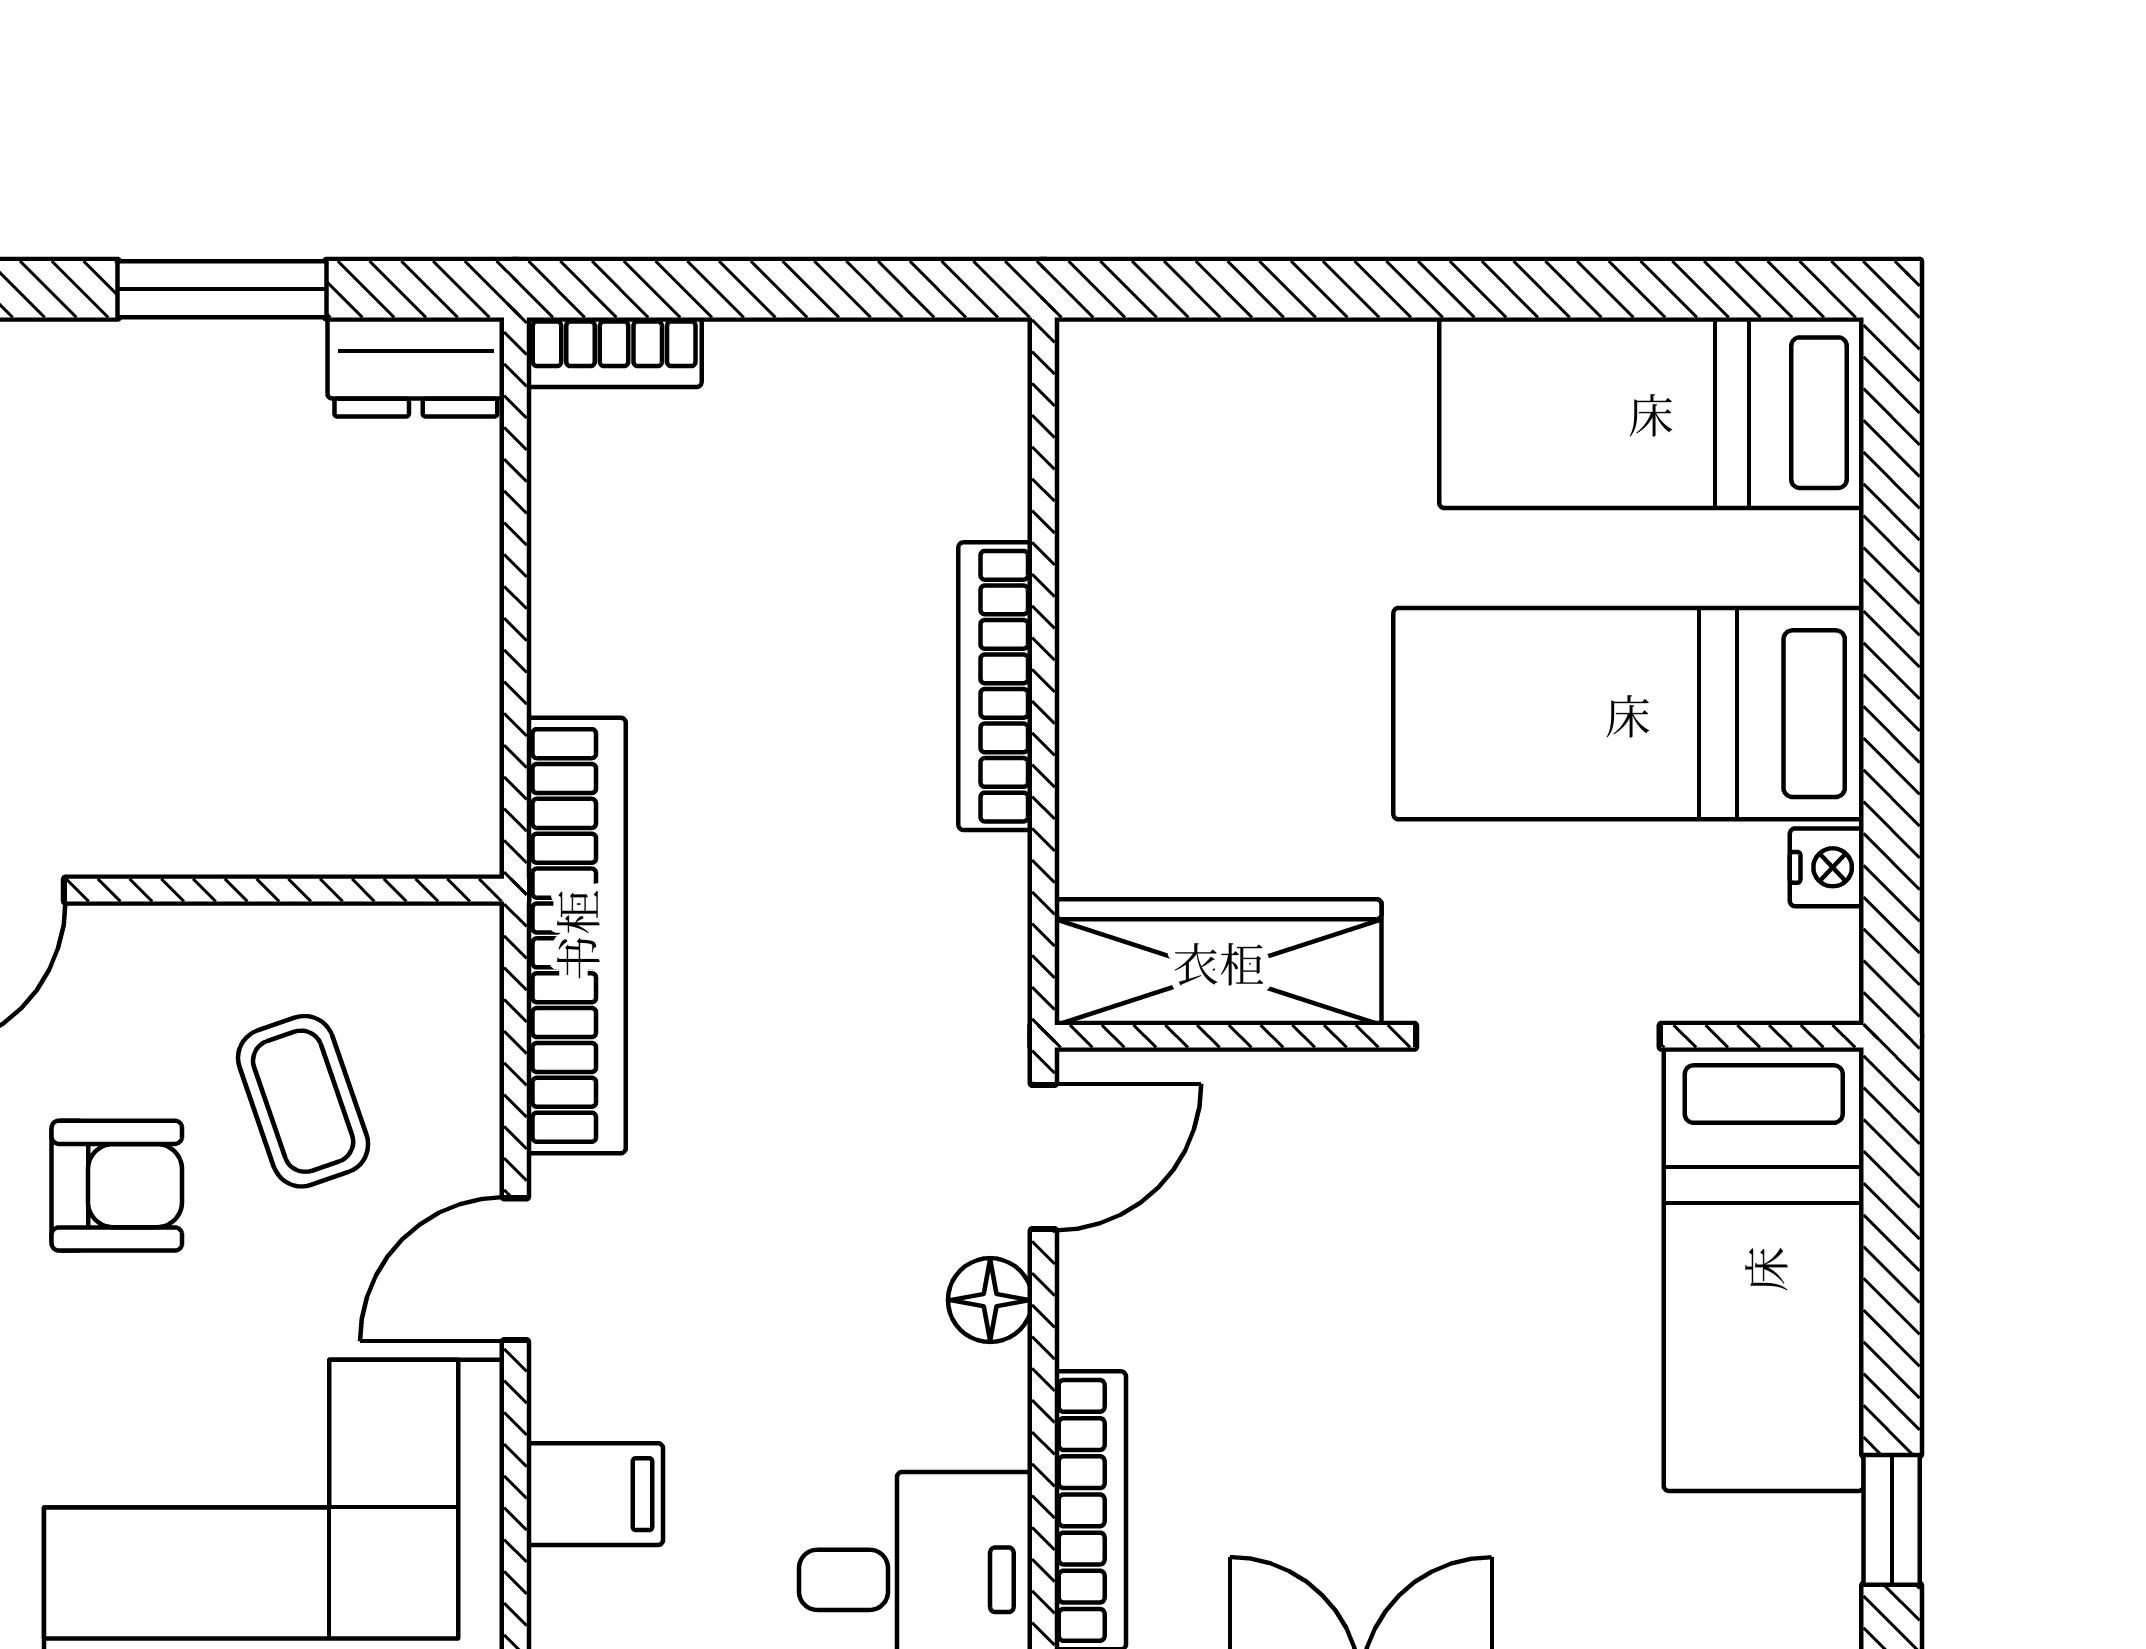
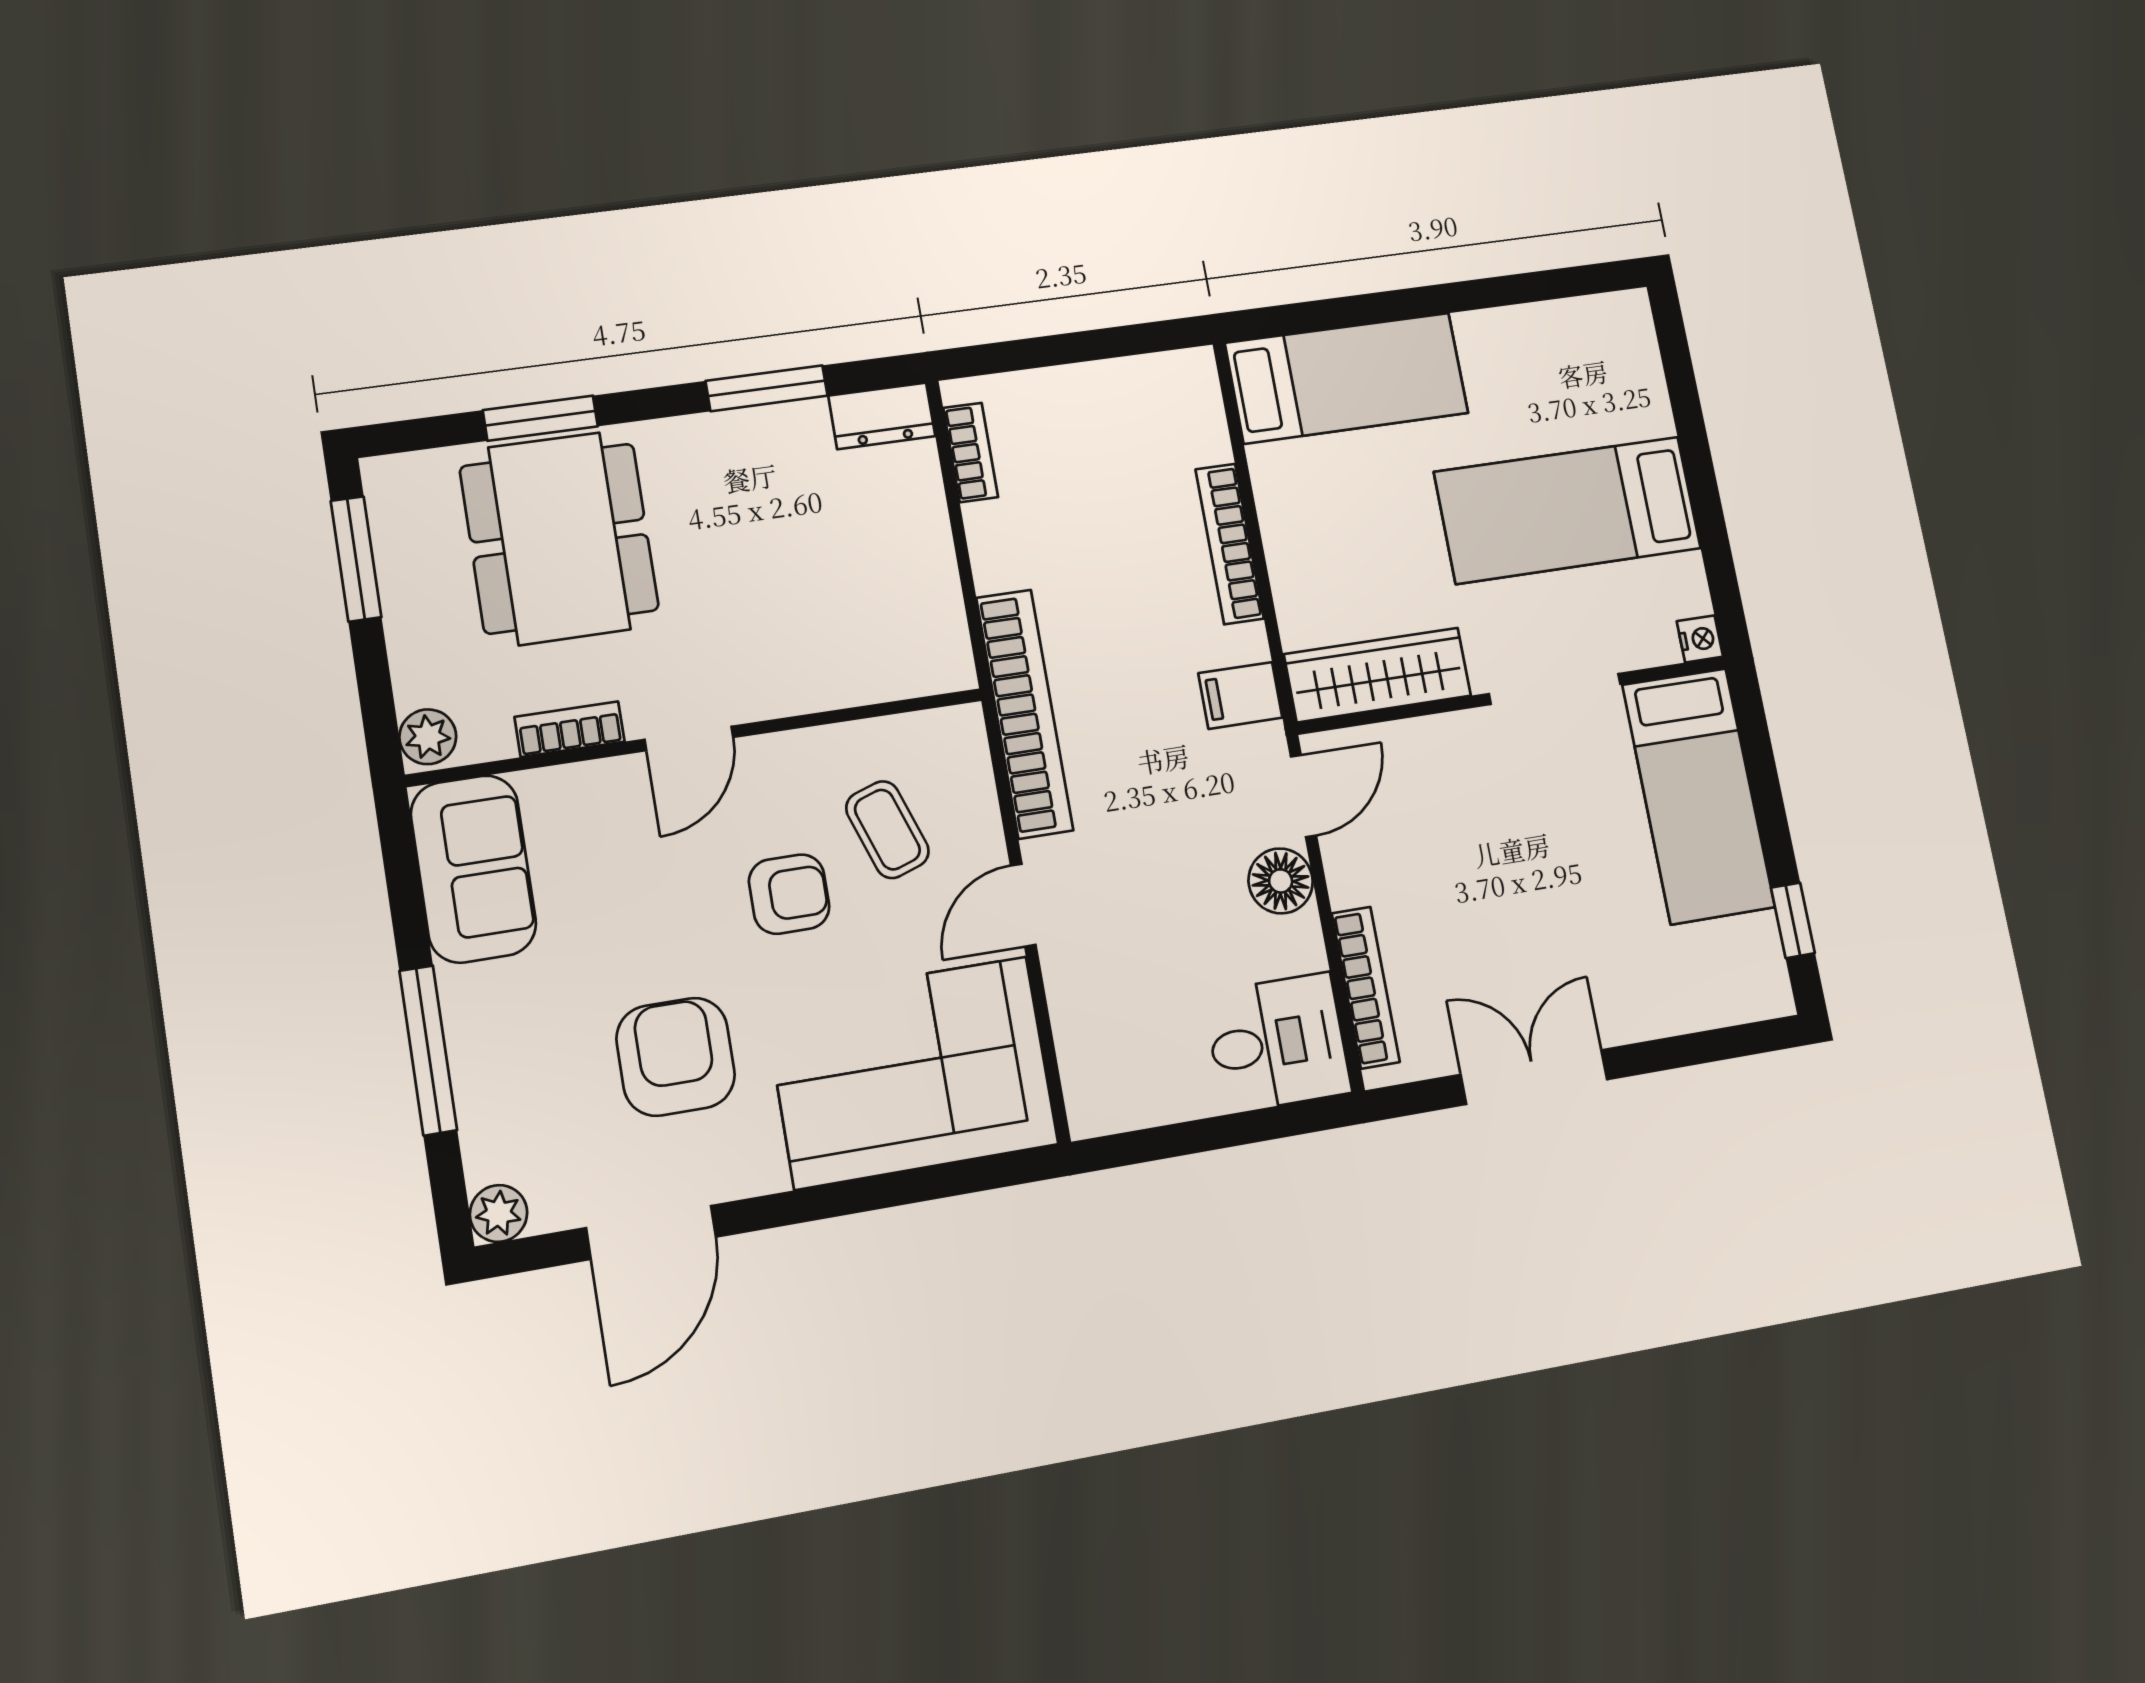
bookcase: (614, 352) -> (971, 452), moved, turned -90
bed: (1651, 413) -> (1347, 378), moved, turned 180
nightstand: (1827, 867) -> (1700, 639), moved
floor lamp: (990, 1300) -> (1281, 881), width x1.37, depth x1.37
filing cabinet: (595, 1494) -> (1240, 695), moved, turned 180

